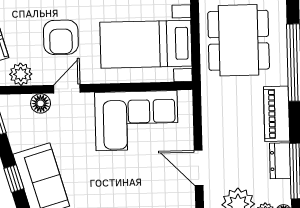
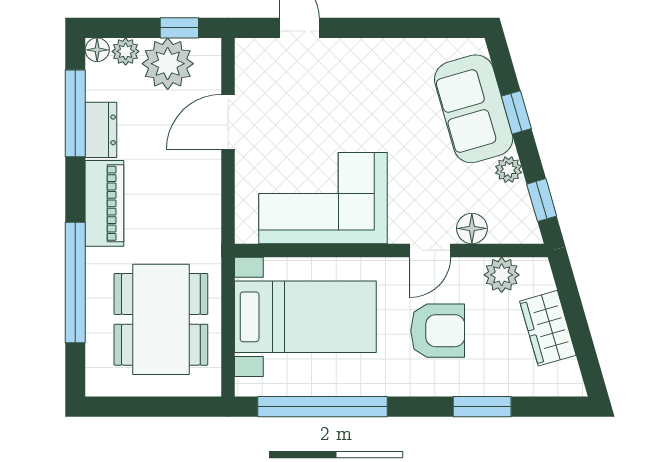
armchair: (61, 37) -> (438, 331), turned 90
plant: (18, 142) -> (509, 170), added
door: (199, 168) -> (228, 122), swing flipped

